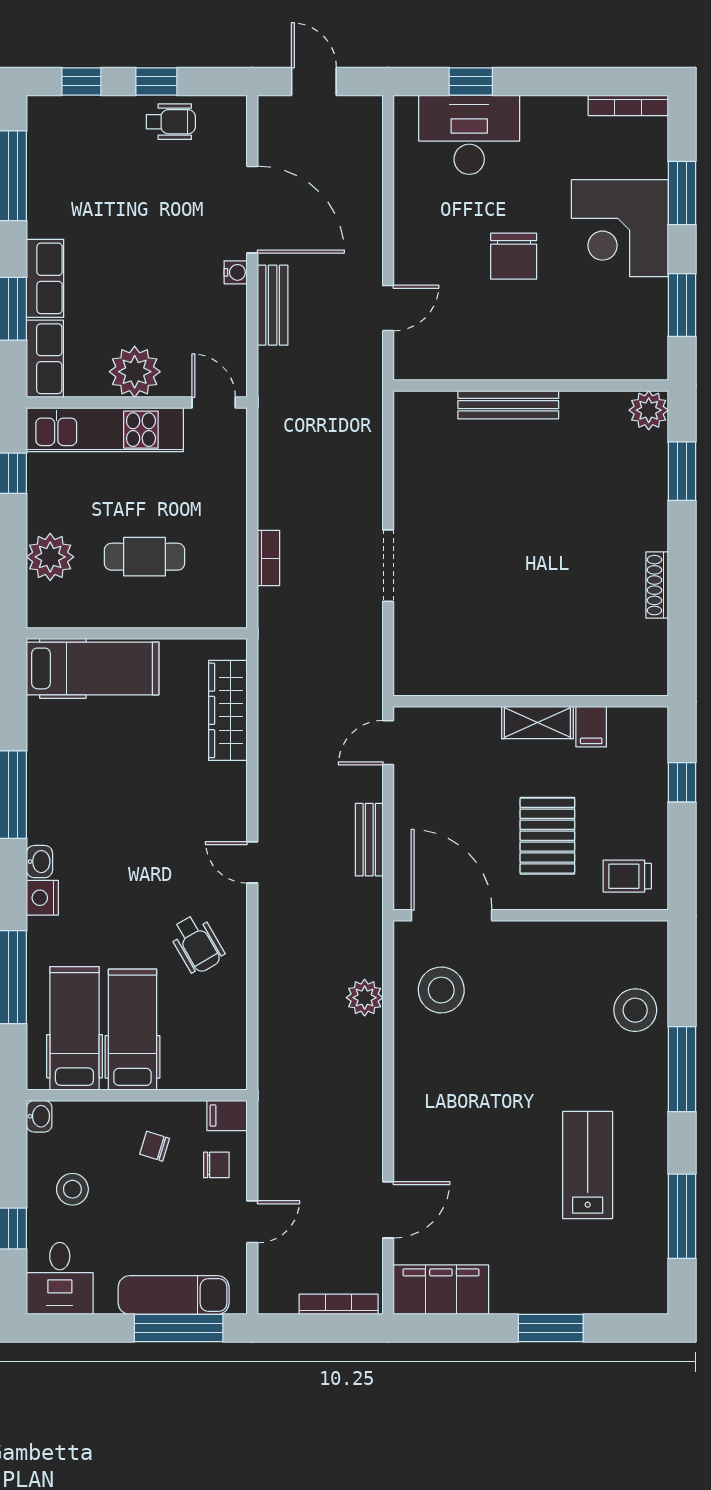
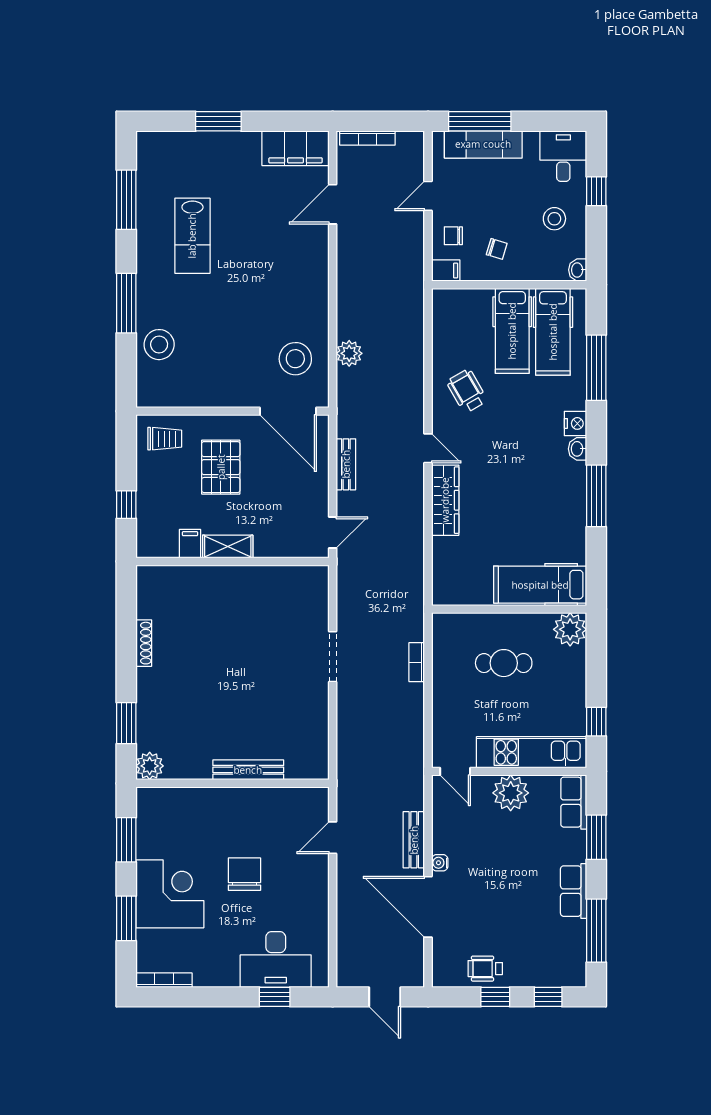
row of seats: (45, 278) -> (574, 891), moved
plant: (50, 557) -> (570, 629), moved
wardrobe: (228, 710) -> (445, 500), moved

